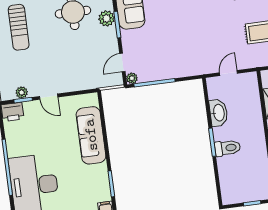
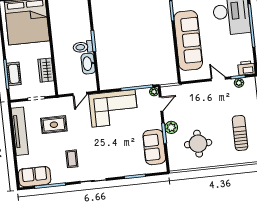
plant: (107, 18) -> (171, 127), moved
corner sofa: (184, 55) -> (113, 108), added
sofa: (91, 135) -> (188, 40), width x1.36, depth x1.27
toilet: (228, 148) -> (83, 47), moved

